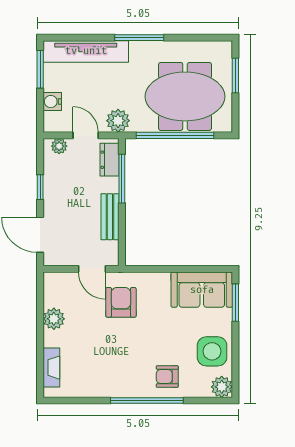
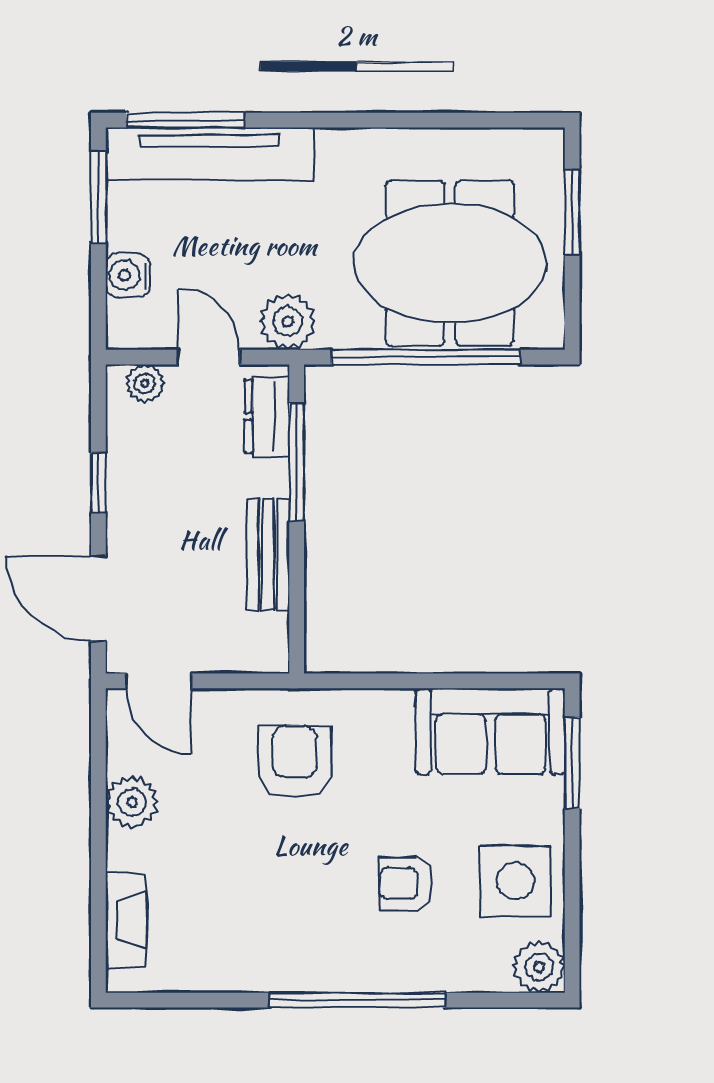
window: (139, 38) -> (185, 120), moved
door: (92, 269) -> (159, 681), moved
armchair: (167, 377) -> (406, 883), moved

